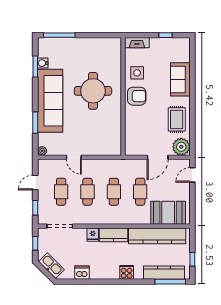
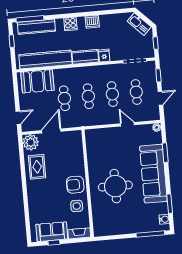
water cooler: (43, 63) -> (164, 219), moved
sofa: (180, 79) -> (52, 232), moved, turned -90
dishwasher: (82, 273) -> (92, 22), moved

